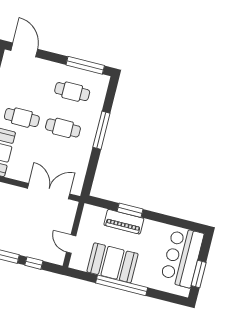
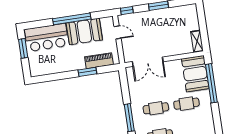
piano: (124, 222) -> (99, 61), moved
bar counter: (182, 257) -> (47, 37), moved, turned 90
window: (34, 263) -> (127, 11), moved

